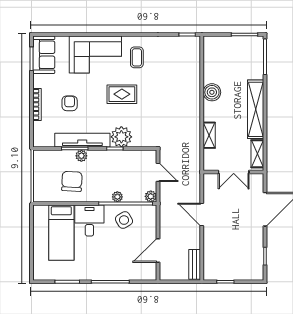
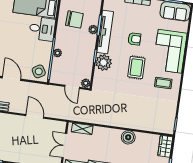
wardrobe: (217, 44) -> (165, 146), added
armchair: (70, 103) -> (134, 39), moved
shelving: (209, 135) -> (82, 129), moved
door: (158, 172) -> (72, 87), hinge flipped
plant: (151, 196) -> (86, 83), moved
door: (202, 214) -> (35, 116), hinge flipped
side table: (124, 220) -> (39, 71), moved

